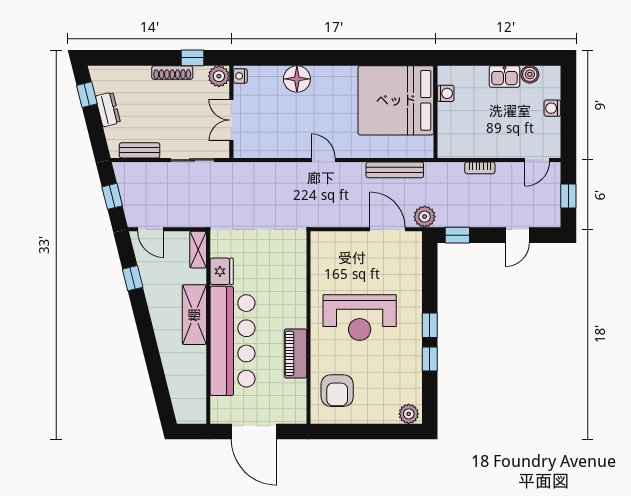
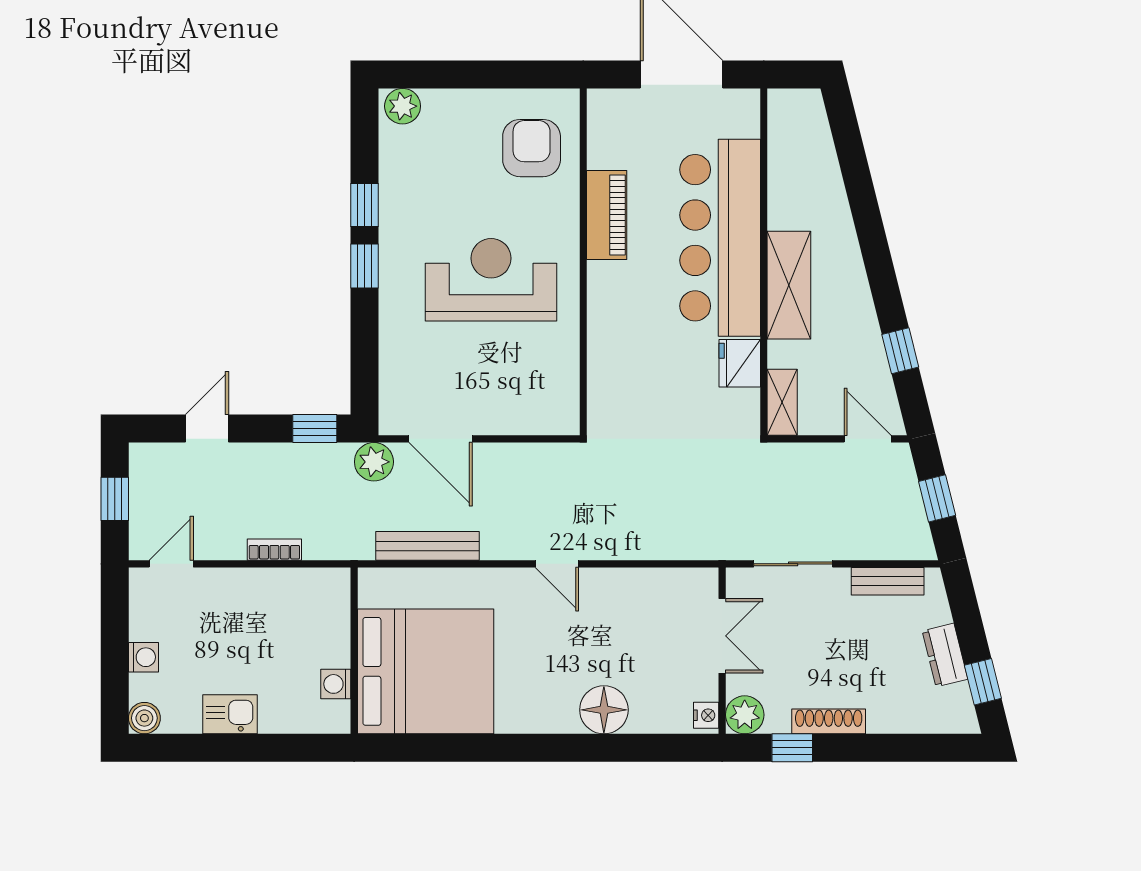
boiler: (530, 74) -> (144, 718), moved

